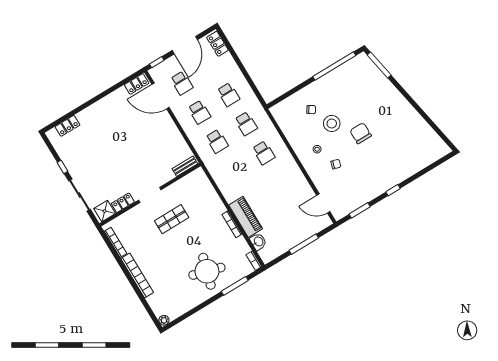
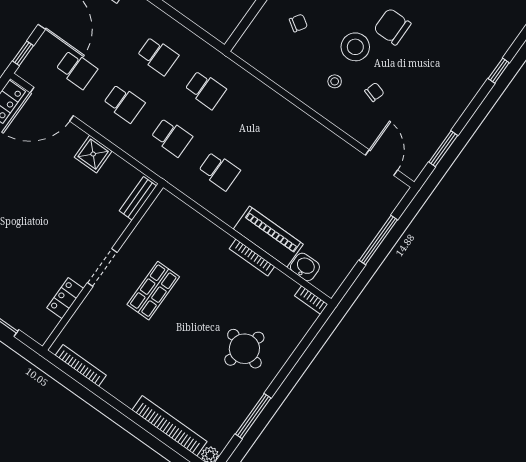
stool: (332, 123) -> (355, 47), moved
school desk: (264, 153) -> (219, 171), moved
window: (393, 190) -> (499, 71), moved
door: (323, 204) -> (382, 163), swing flipped
shower: (105, 211) -> (93, 154), moved
round table: (207, 271) -> (244, 349), width x0.73, depth x0.73
bookcase: (137, 276) -> (170, 426), moved
window: (235, 286) -> (253, 416), moved

